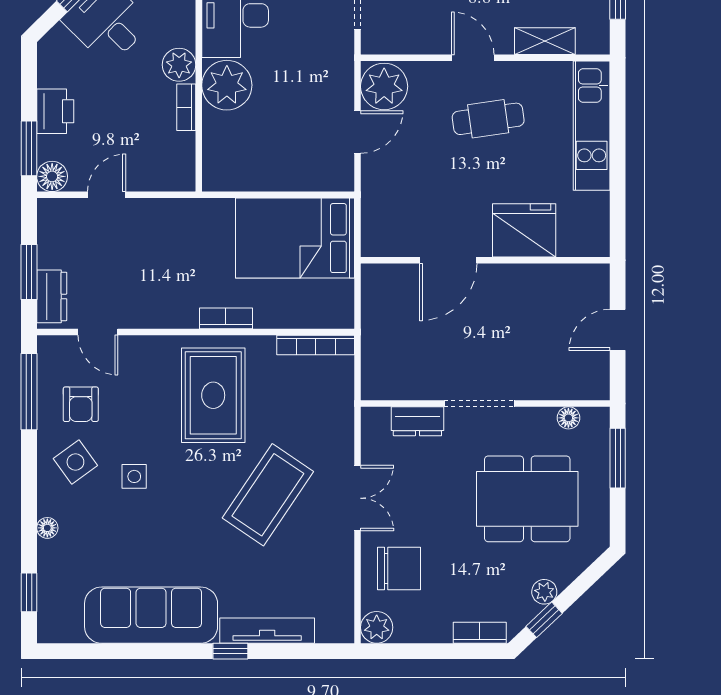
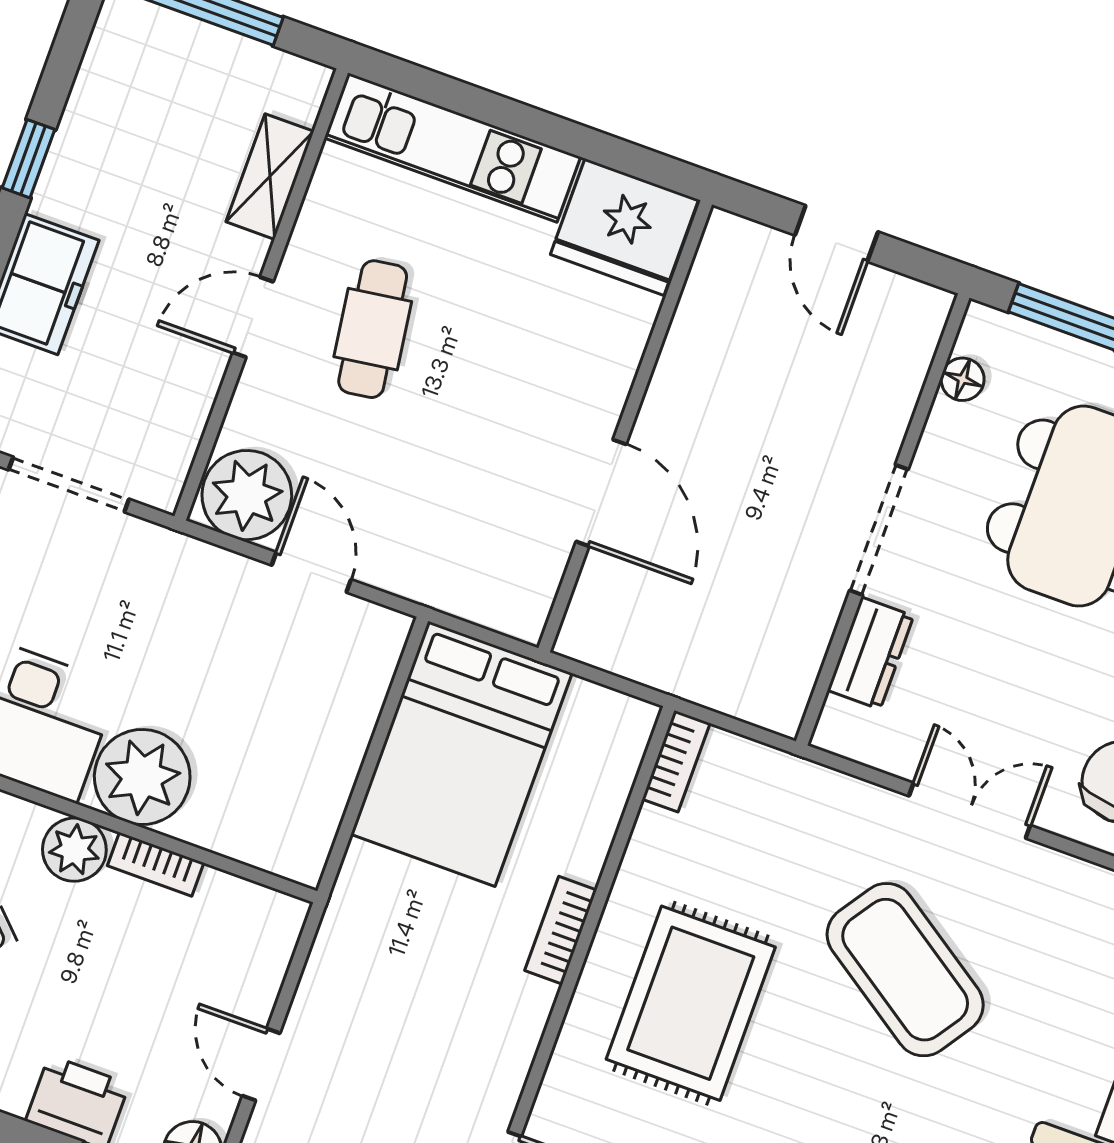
fridge: (524, 230) -> (624, 227), moved, turned -90
bookcase: (316, 345) -> (676, 761), width x0.64
rug: (213, 395) -> (691, 1003), turned 90

